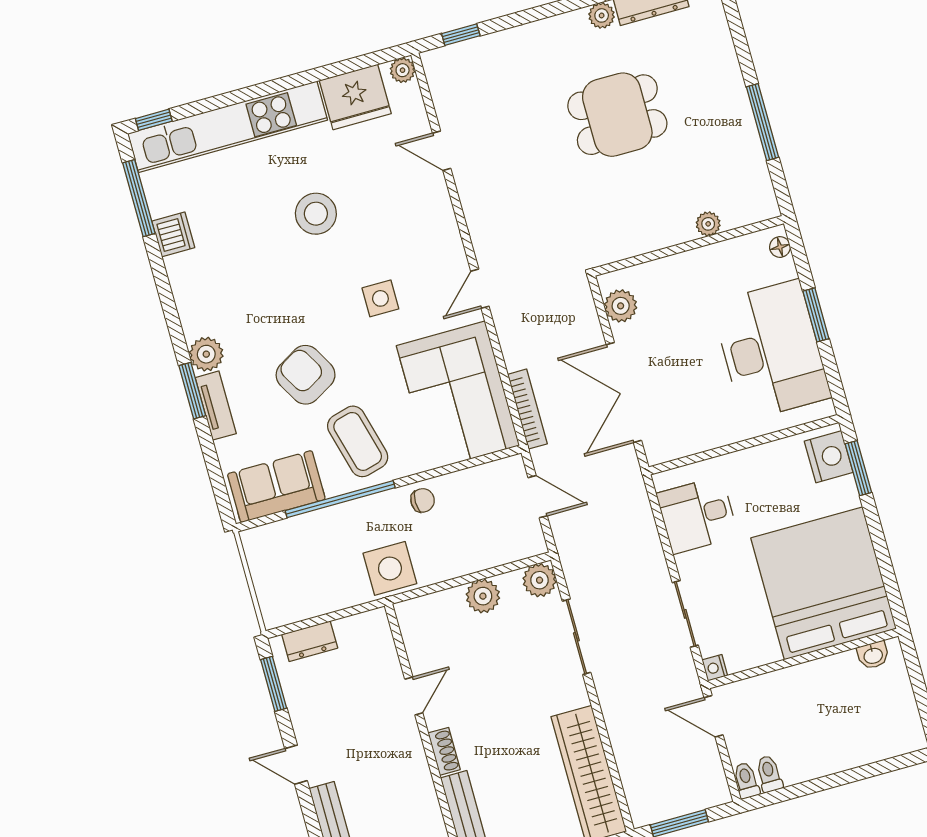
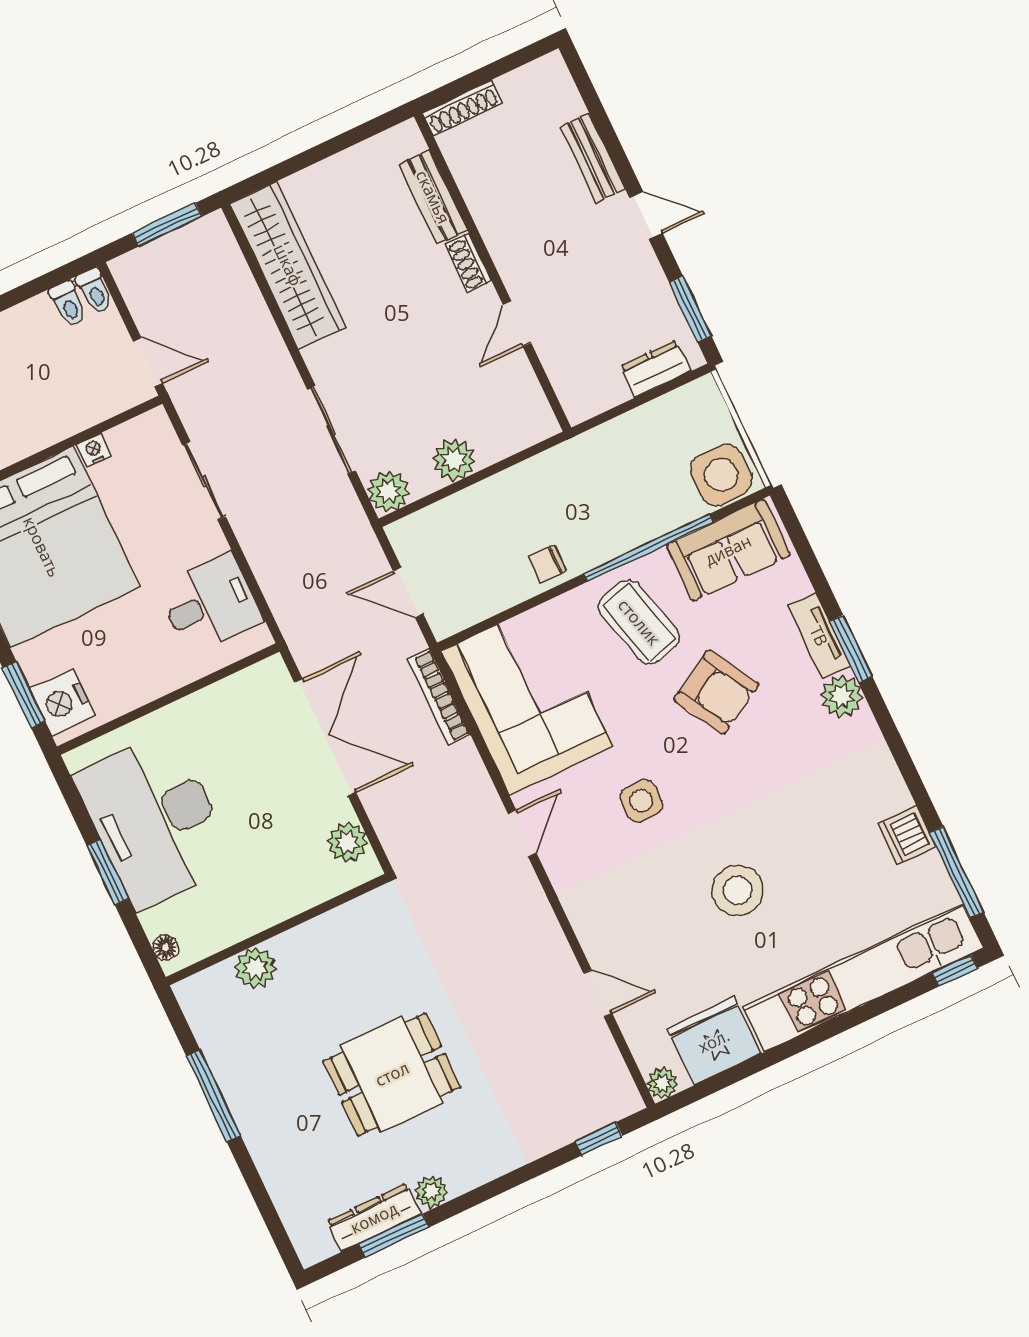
plant: (708, 224) -> (255, 968), width x1.38, depth x1.38
side table: (390, 568) -> (721, 475), moved
nightstand: (715, 668) -> (94, 450), moved, turned -90

